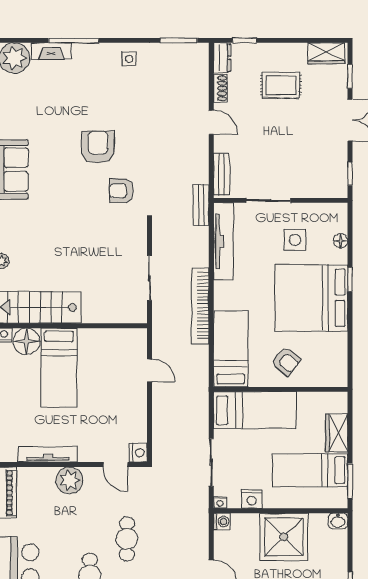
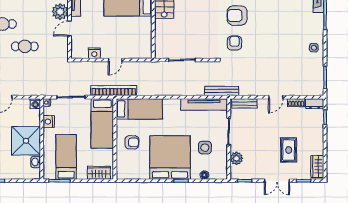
rug: (281, 85) -> (289, 150), moved
armchair: (98, 147) -> (237, 16), moved, turned 180
plant: (313, 188) -> (236, 158), added
bench: (201, 205) -> (222, 91), width x1.36
bookcase: (200, 306) -> (114, 91), moved
armchair: (286, 361) -> (132, 142), turned -129
door: (150, 370) -> (115, 60), moved
wardrobe: (337, 433) -> (99, 173), moved
nightstand: (138, 453) -> (94, 53), moved
door: (115, 465) -> (70, 29), moved
washbasin: (338, 521) -> (36, 162), moved

